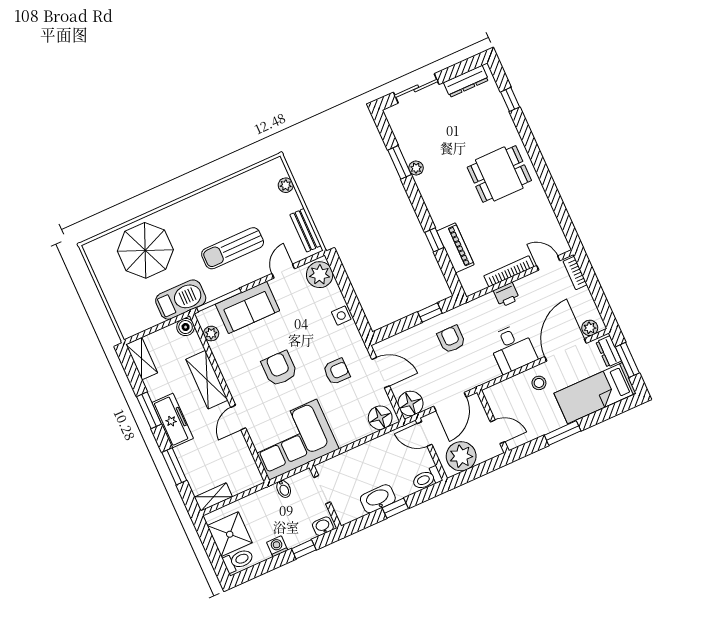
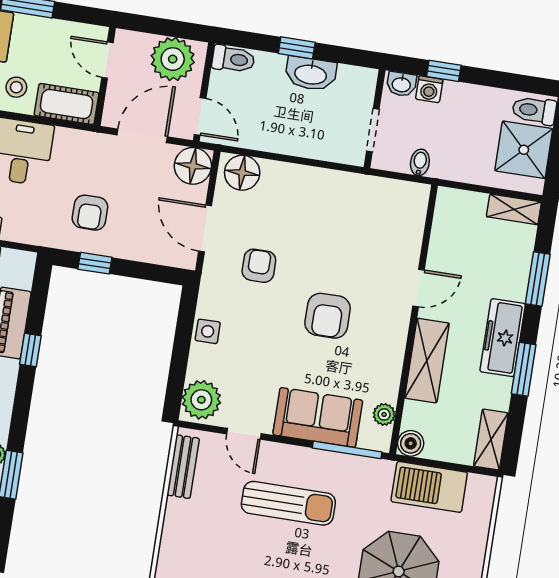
plant: (286, 185) -> (171, 539), removed
door: (283, 271) -> (244, 434), hinge flipped
barbecue: (181, 300) -> (429, 487), moved
armchair: (336, 371) -> (259, 266), turned 90
cot: (504, 392) -> (67, 104), added
corner sofa: (293, 440) -> (369, 216), removed
washing machine: (277, 546) -> (429, 89), moved

